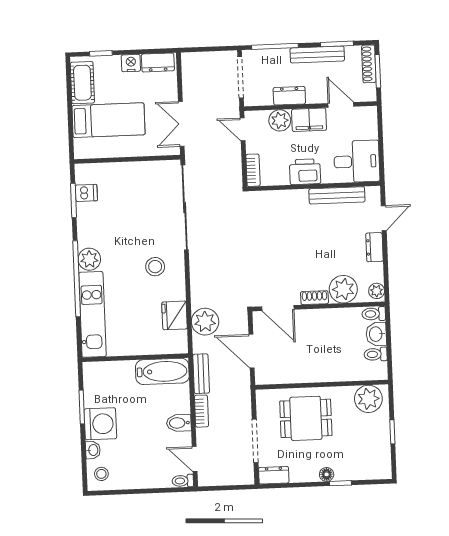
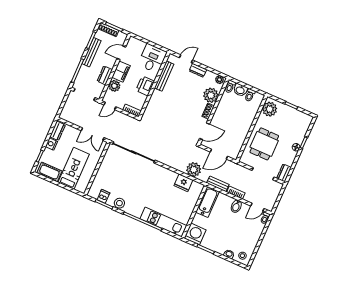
door: (384, 218) -> (186, 59), hinge flipped
plant: (89, 259) -> (136, 211), removed
stool: (155, 267) -> (119, 203), moved
washing machine: (100, 424) -> (195, 234), moved

